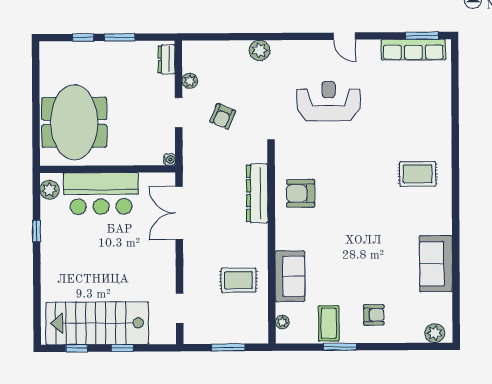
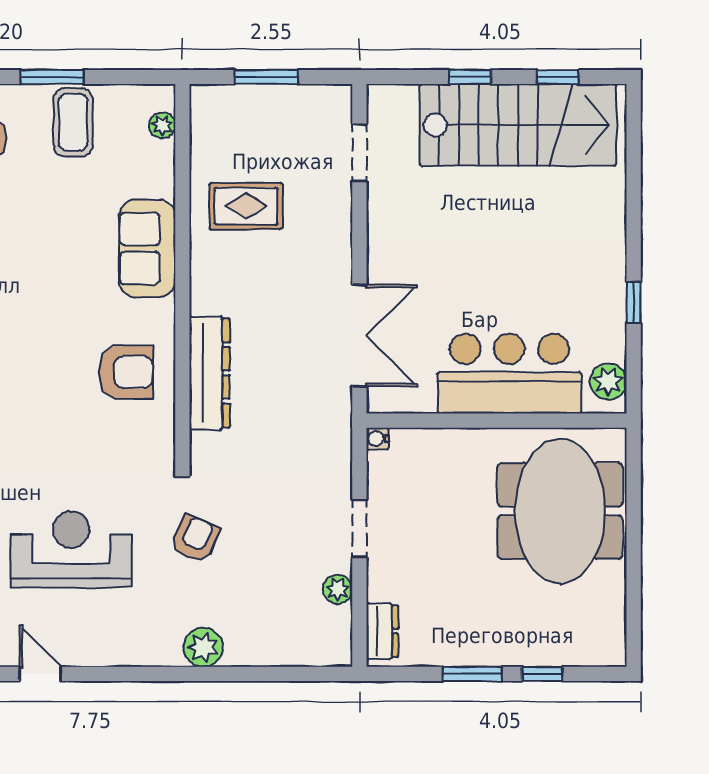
reception desk: (329, 101) -> (71, 549), turned 180
armchair: (223, 116) -> (195, 539), moved
sofa: (290, 276) -> (147, 248), moved

